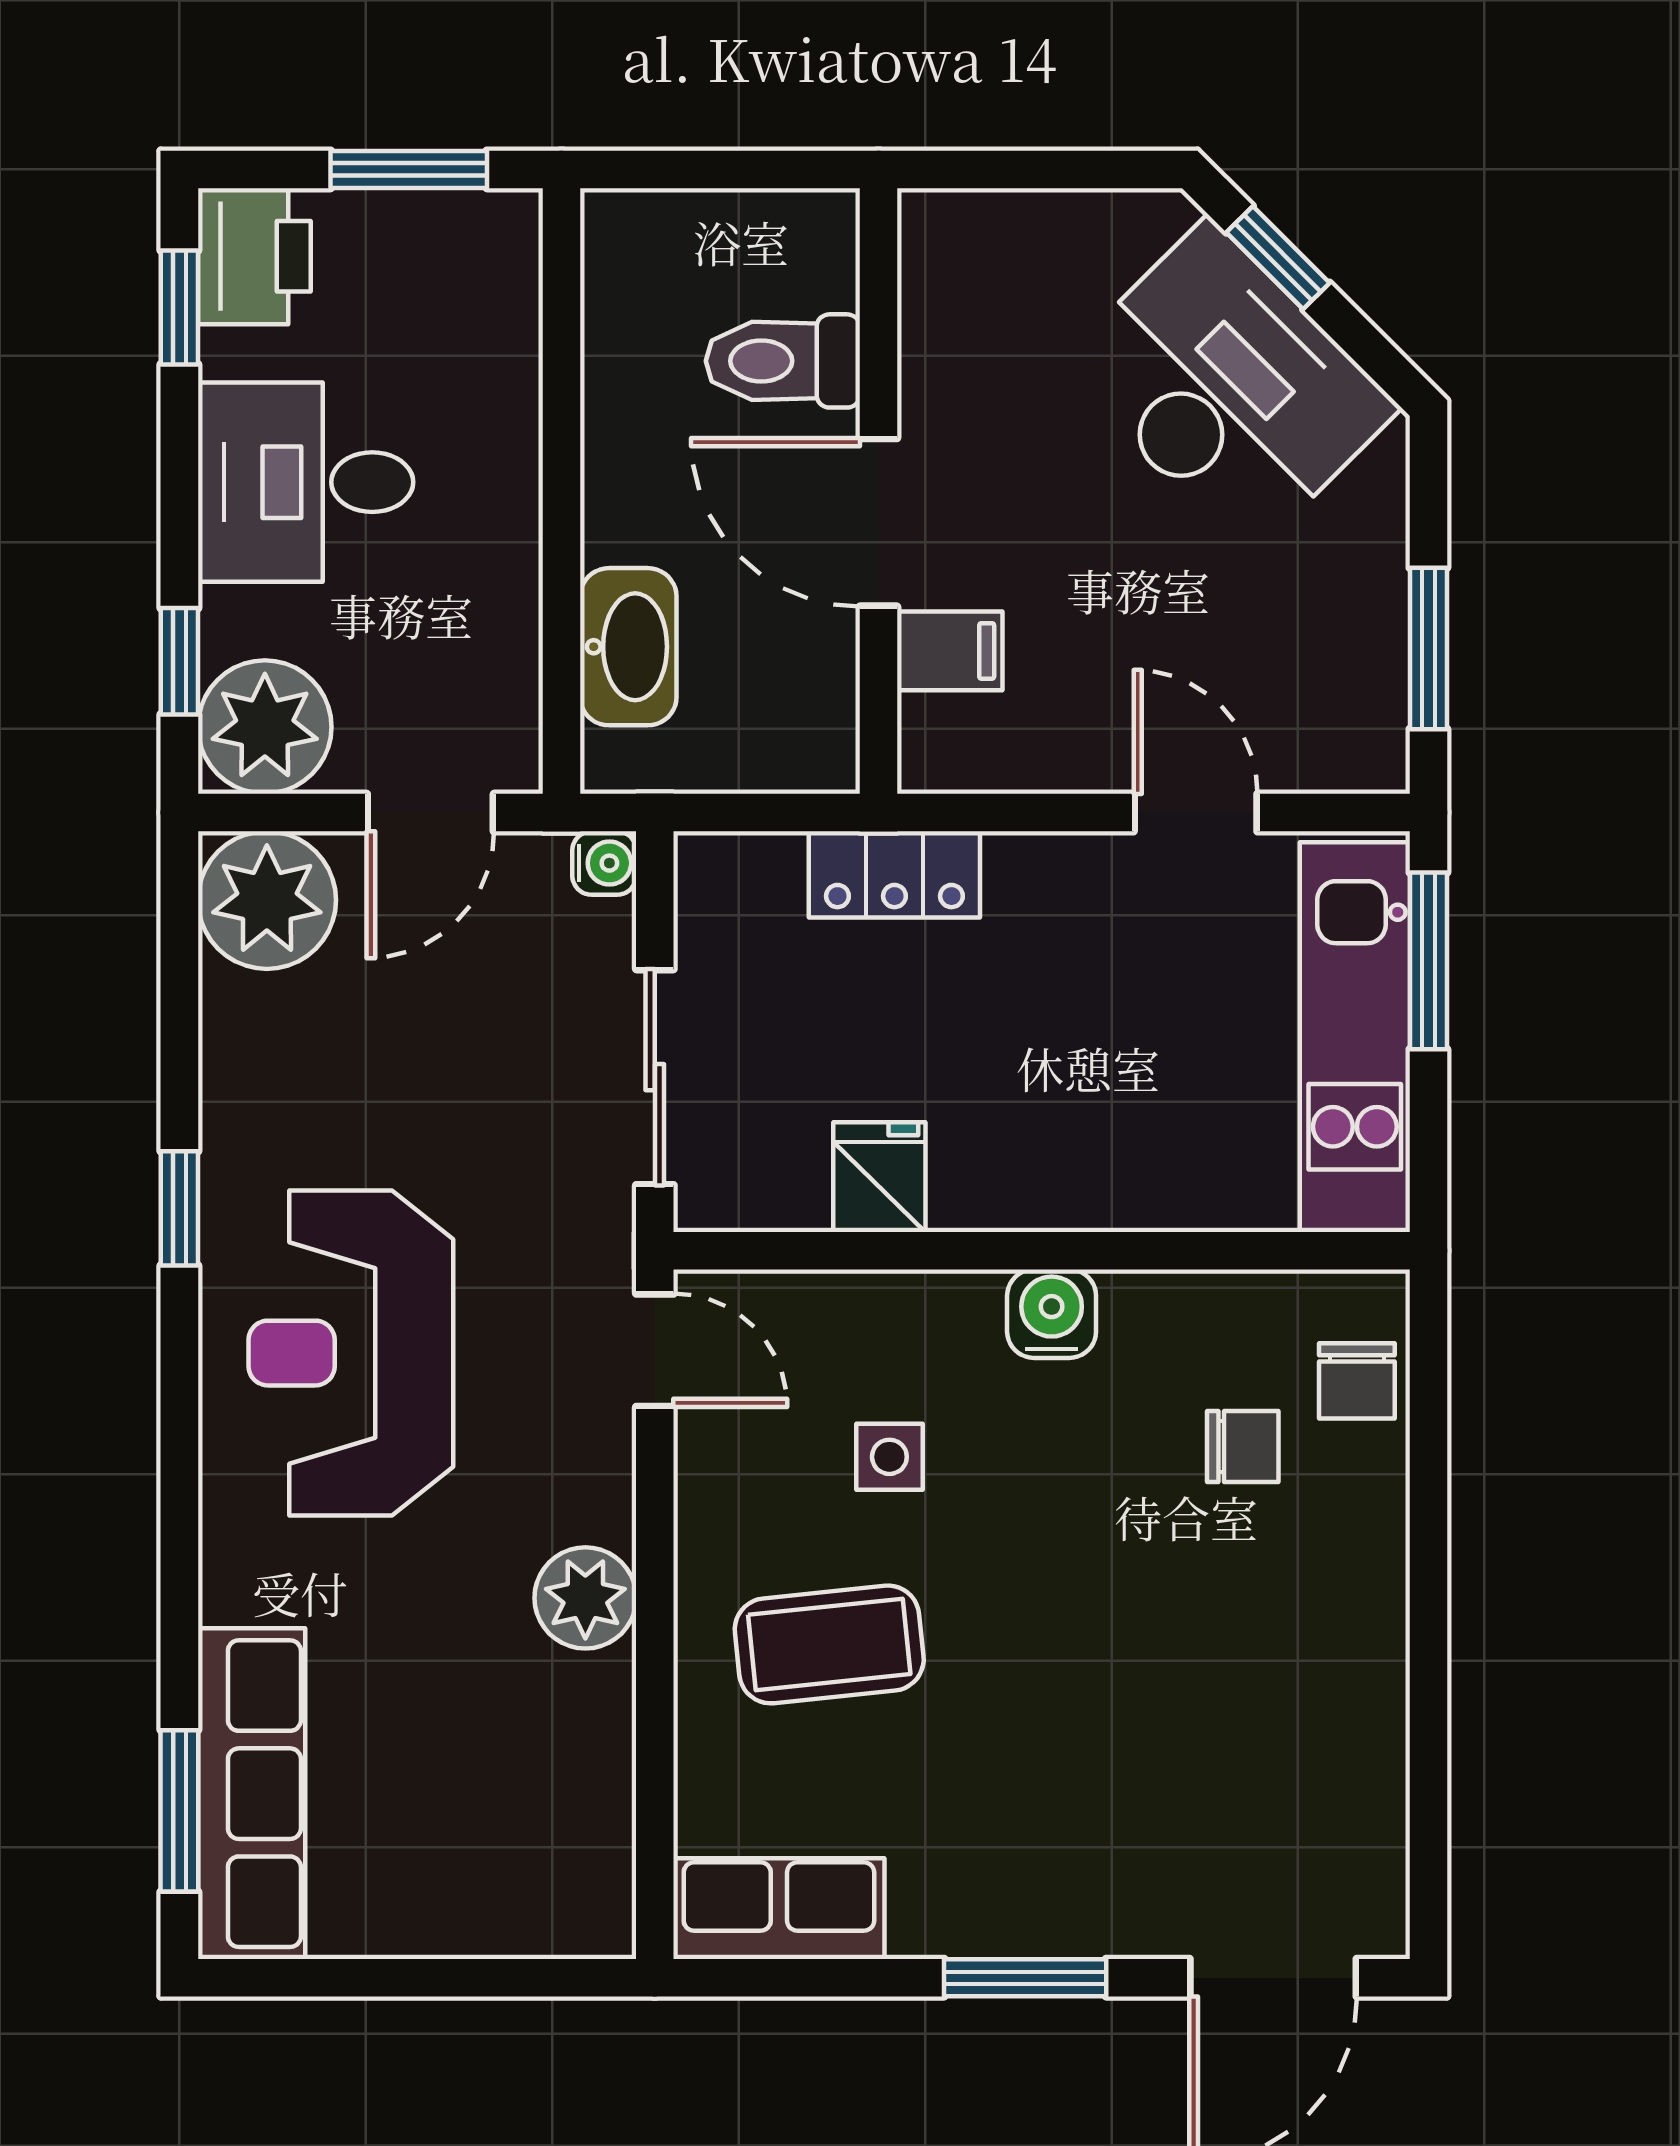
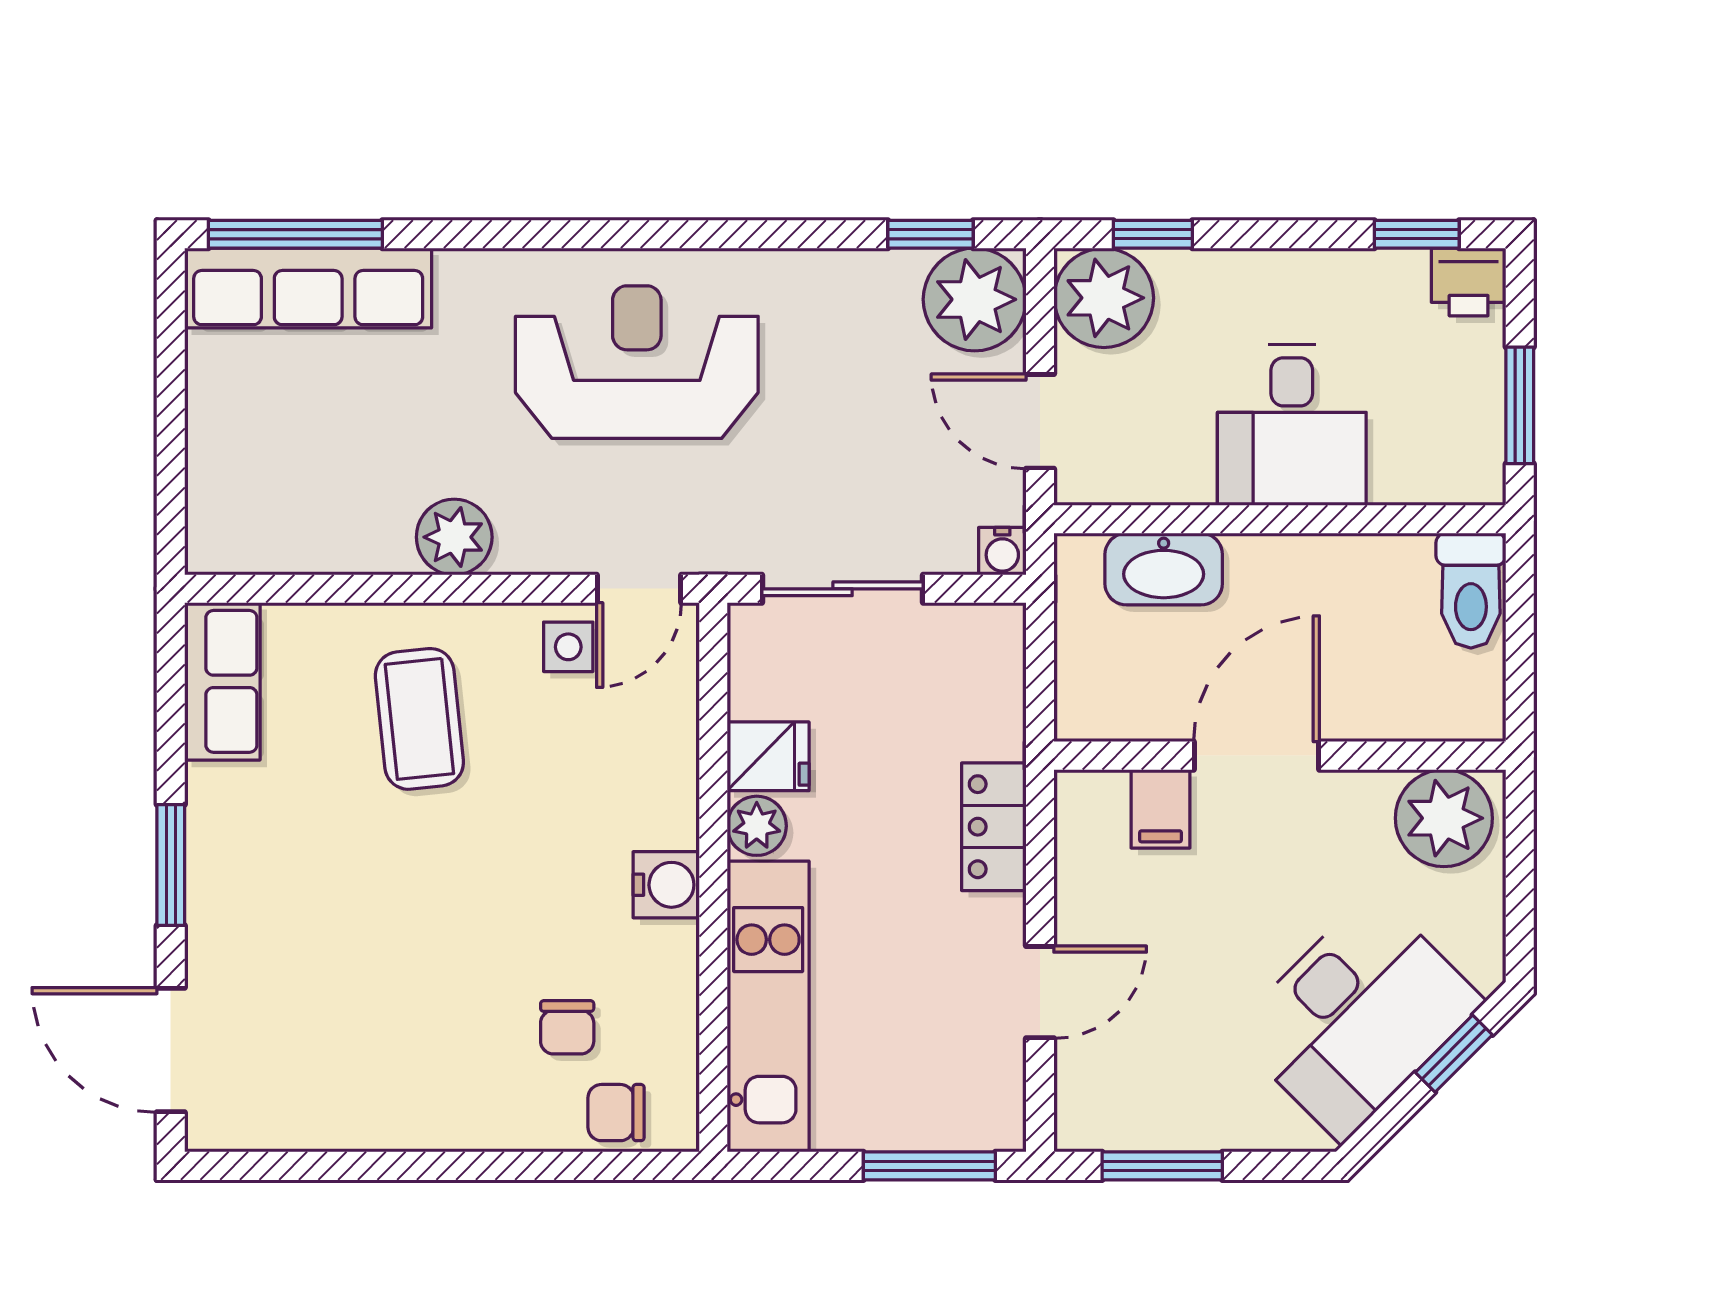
printer: (254, 256) -> (1469, 282), width x0.73, depth x0.81
plant: (962, 271) -> (1444, 818), added
toilet: (783, 361) -> (1471, 591), moved, turned 180
desk: (306, 482) -> (1292, 425), moved, turned 180
locker: (894, 874) -> (994, 827), moved
kitchen unit: (1355, 1037) -> (768, 1006), moved, turned 90
plant: (973, 1192) -> (757, 826), added
window: (179, 1208) -> (931, 234), moved
side table: (889, 1457) -> (568, 647), moved
window: (179, 1811) -> (295, 234), width x1.44

